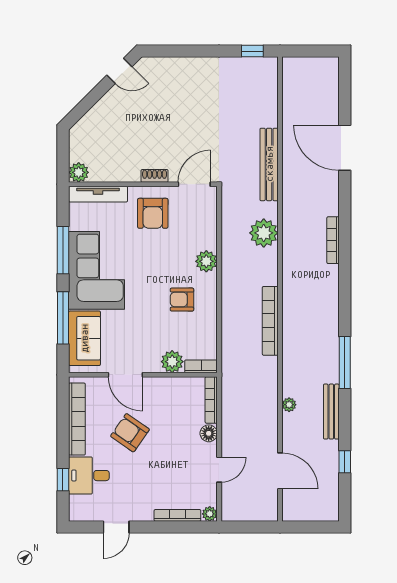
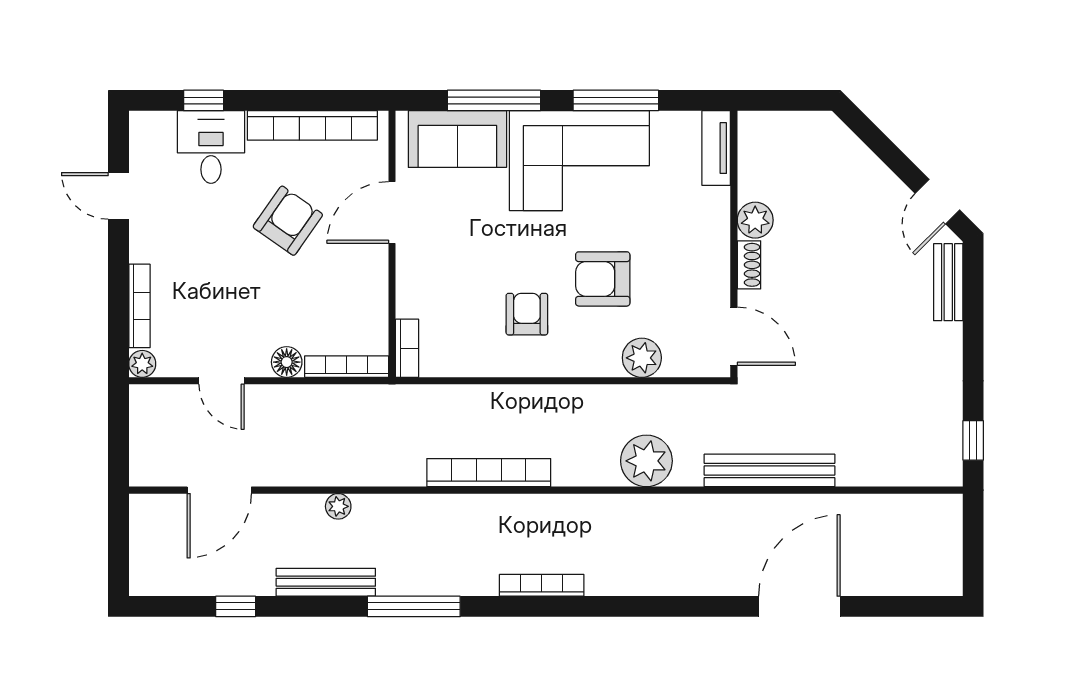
bench: (164, 65) -> (948, 282), added
plant: (79, 172) -> (755, 220), moved
tv unit: (98, 194) -> (716, 148), width x0.71
armchair: (153, 213) -> (603, 279), moved
bookcase: (333, 240) -> (542, 585), moved
plant: (206, 261) -> (642, 358), moved
plant: (172, 362) -> (415, 296), removed

